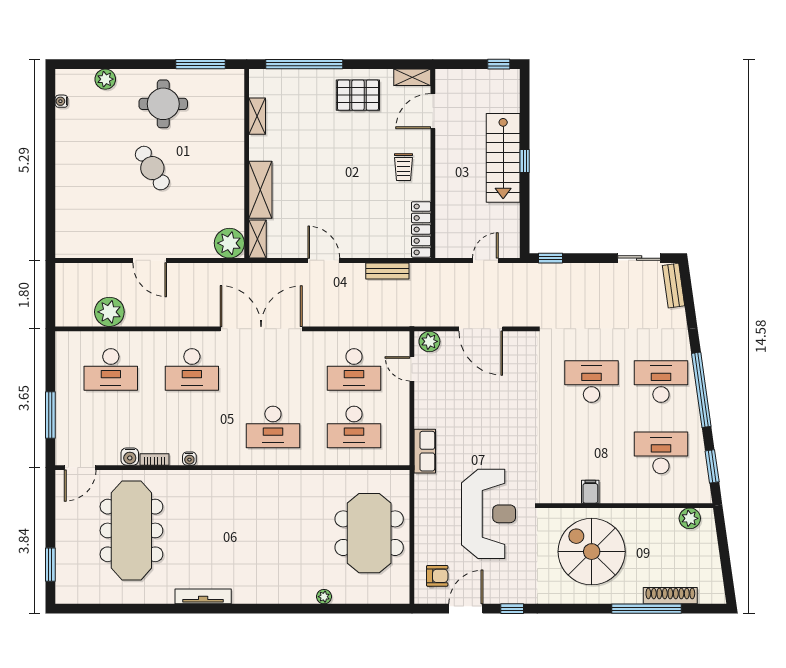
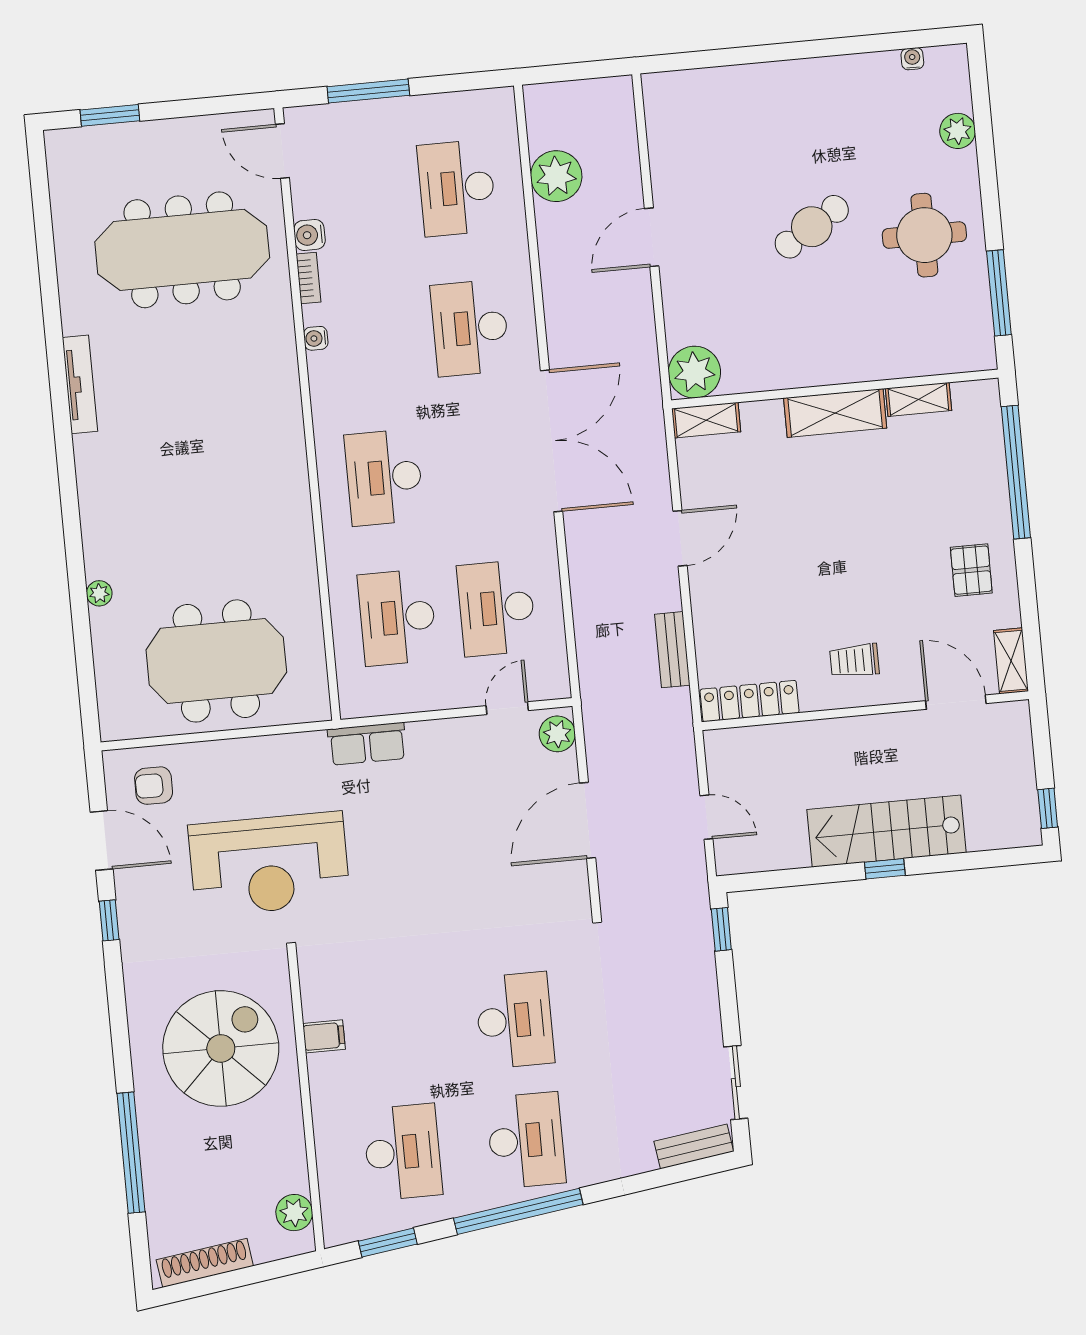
pallet: (358, 95) -> (971, 570), width x0.67, depth x0.71
shelving: (260, 190) -> (835, 413), moved
armchair: (437, 576) -> (154, 786), turned 90
shoe rack: (670, 596) -> (205, 1263), moved, turned -98

